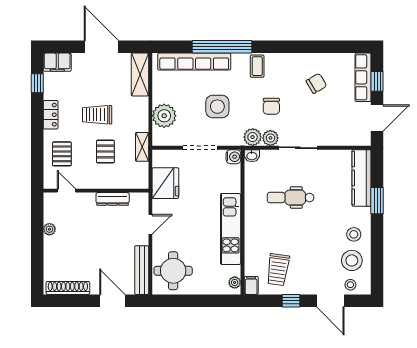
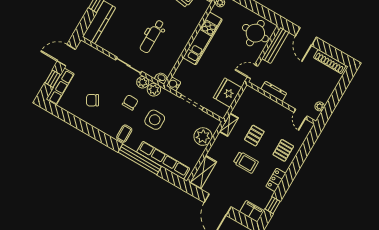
side table: (217, 107) -> (155, 120), moved
door: (66, 191) -> (301, 114), moved
wall: (96, 191) -> (281, 103), moved
dental chair: (290, 198) -> (152, 36), turned 90
dresser: (113, 199) -> (274, 91), moved

